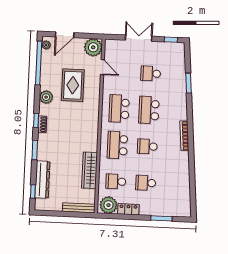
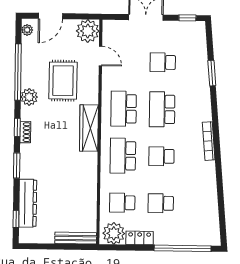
window: (39, 63) -> (18, 72), moved
wardrobe: (90, 170) -> (89, 128), moved
window: (161, 218) -> (183, 248), width x2.11

